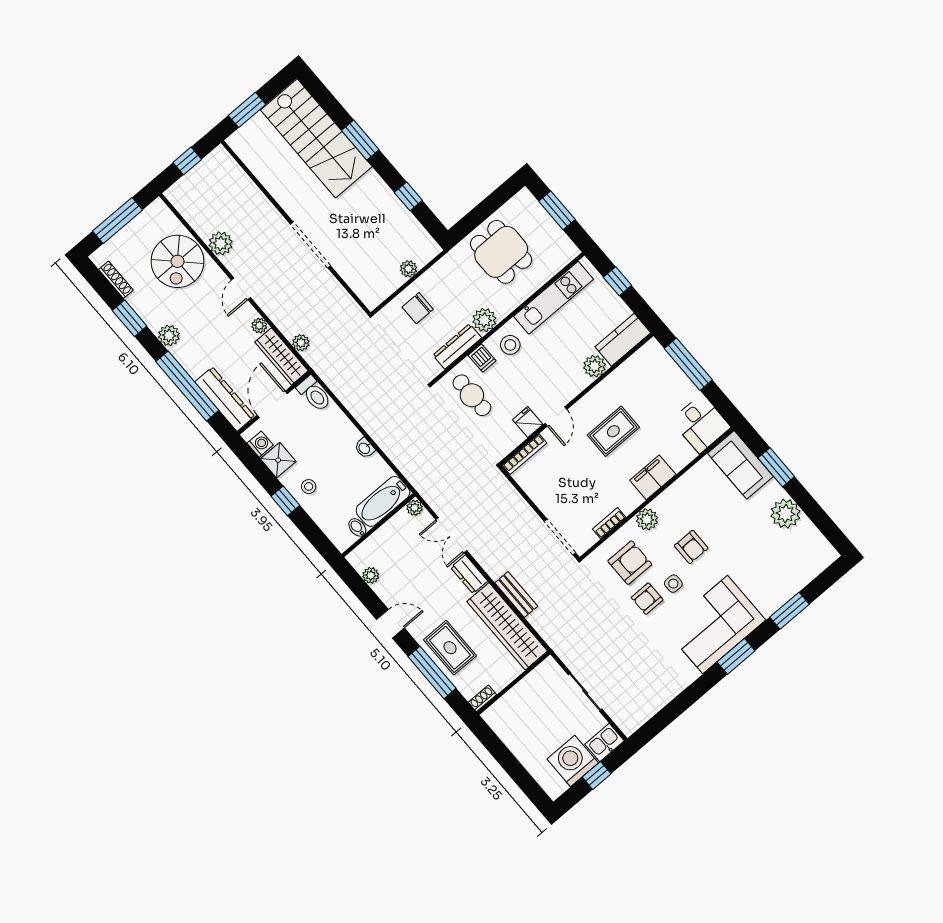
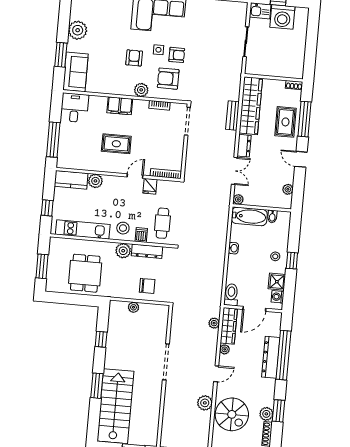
spiral stairs: (177, 261) -> (232, 414), turned 90
plant: (169, 335) -> (266, 414), moved
dresser: (225, 399) -> (271, 357), moved

